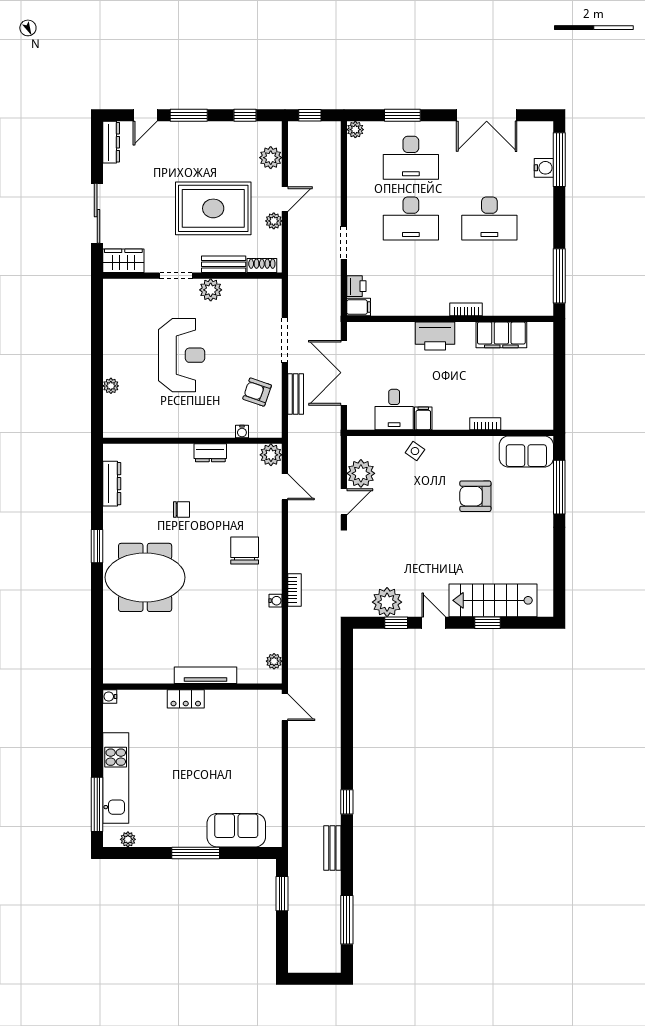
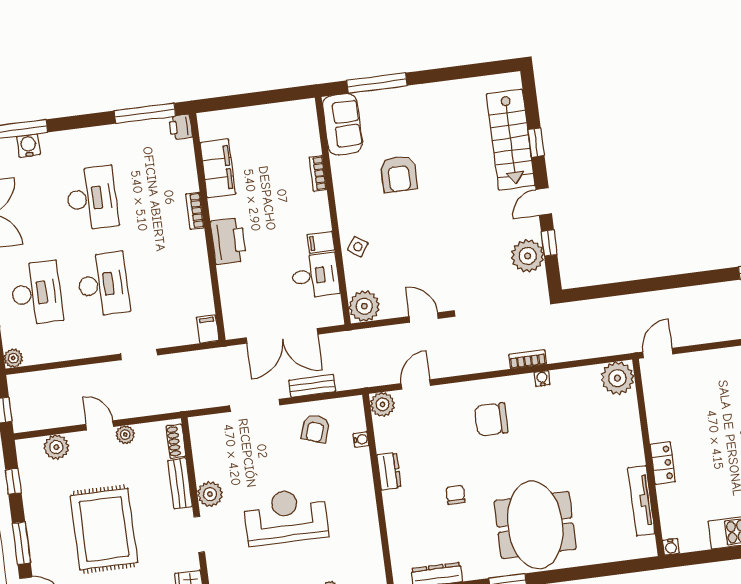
rug: (213, 208) -> (104, 529), moved
printer: (356, 286) -> (181, 127), moved, turned -90
plant: (361, 473) -> (364, 306), moved
plant: (274, 661) -> (617, 378), width x1.88, depth x1.88
tv unit: (206, 675) -> (641, 501), moved

